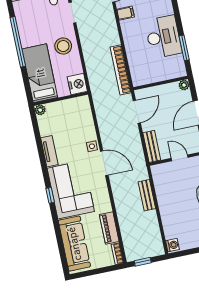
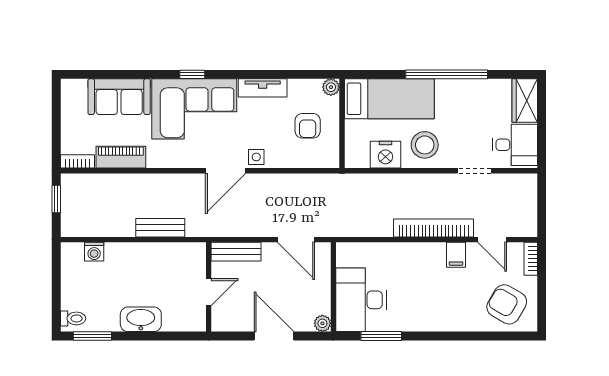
desk: (163, 37) -> (361, 300), moved, turned 90
bookcase: (121, 70) -> (434, 228), moved
nightstand: (77, 84) -> (386, 155), moved
armchair: (67, 119) -> (308, 126), added
sofa: (74, 244) -> (119, 97), width x0.73
washing machine: (172, 245) -> (94, 252), moved

